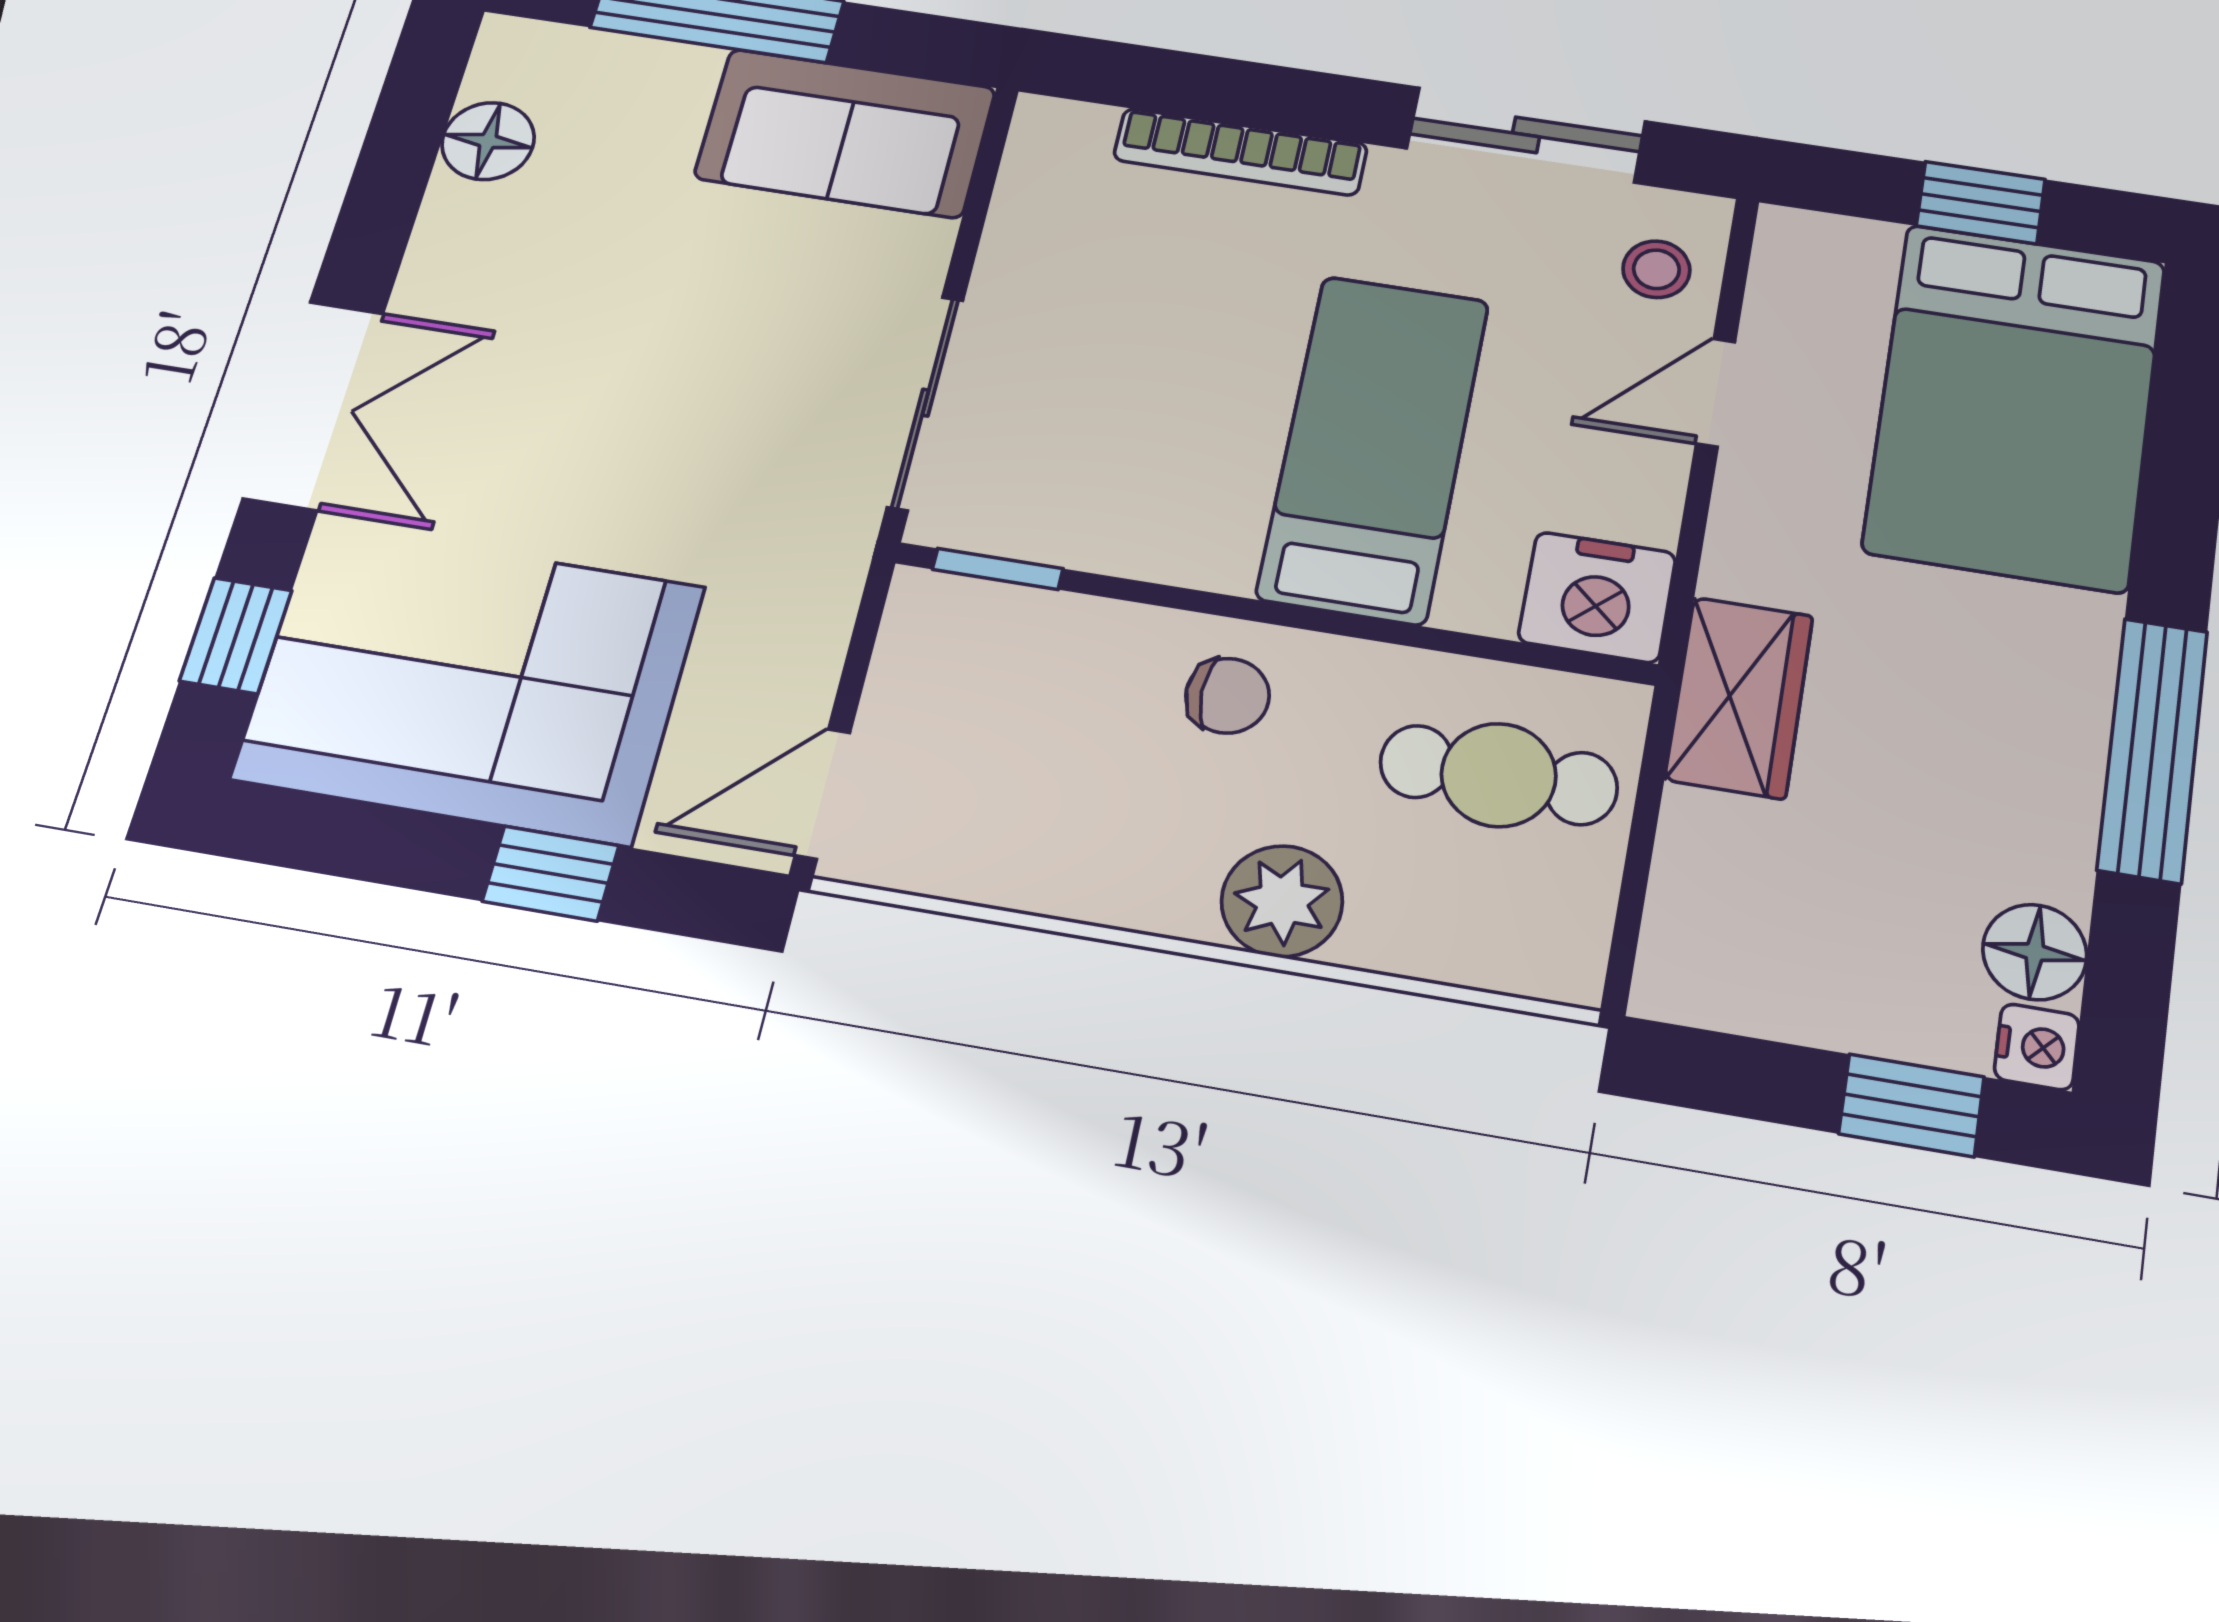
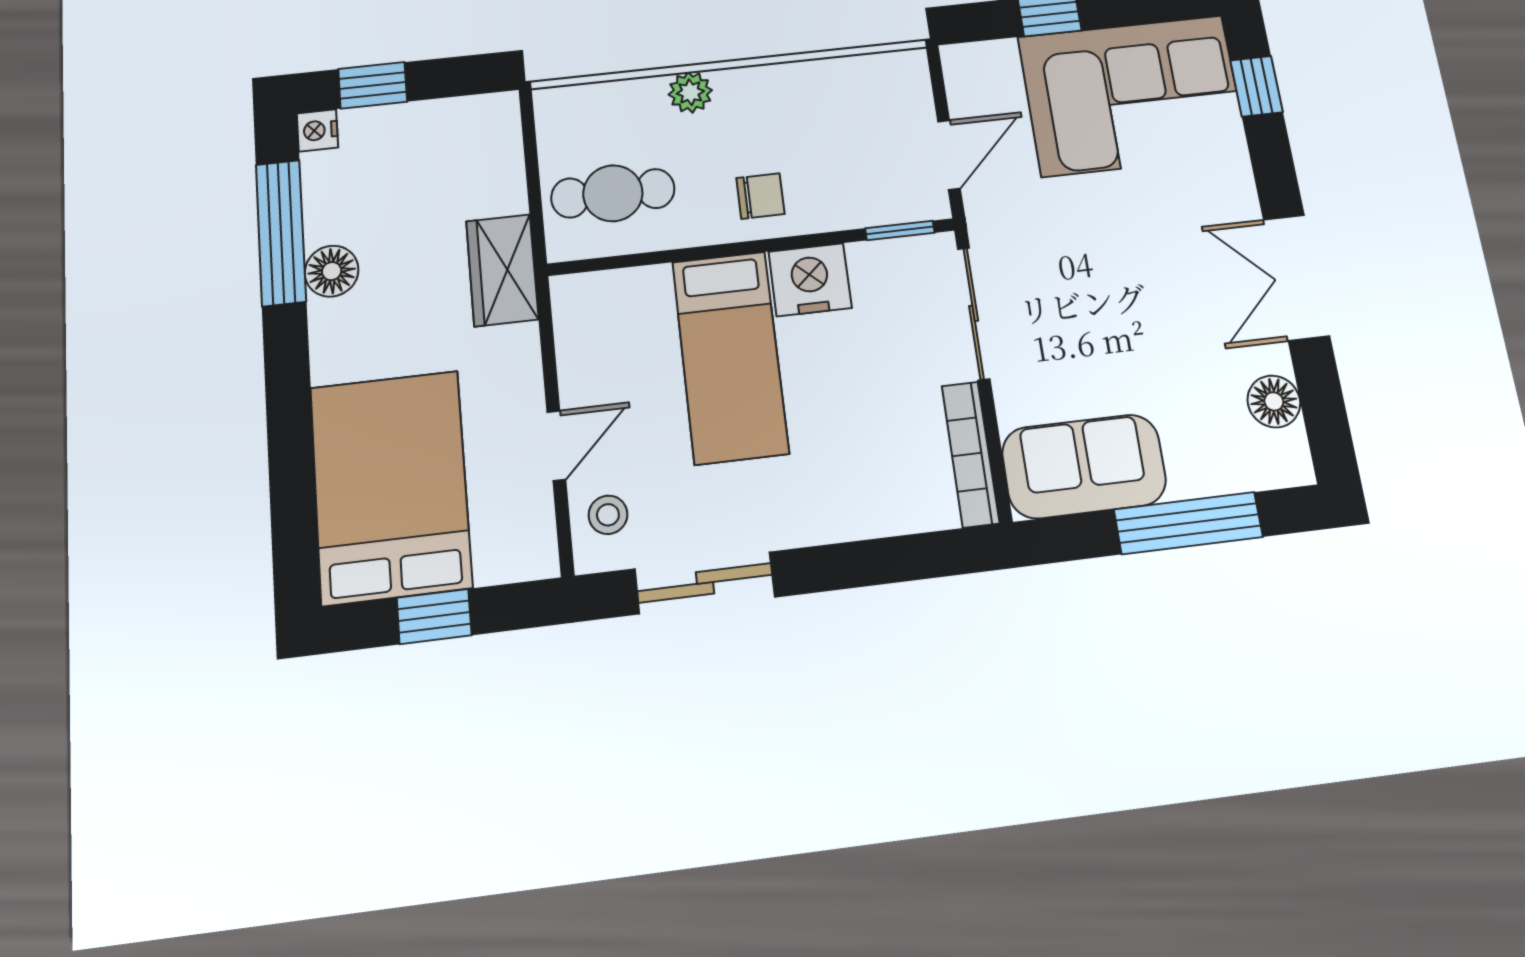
bookcase: (1240, 152) -> (970, 454), moved, turned -90
double door: (314, 405) -> (1296, 277), moved
nightstand: (1597, 597) -> (810, 280), moved
chair: (1228, 696) -> (760, 196), turned 180
window: (2153, 750) -> (281, 233), moved
door: (823, 794) -> (949, 155), moved
plant: (1282, 901) -> (690, 92), width x0.73, depth x0.73
floor lamp: (2035, 952) -> (332, 271), moved

